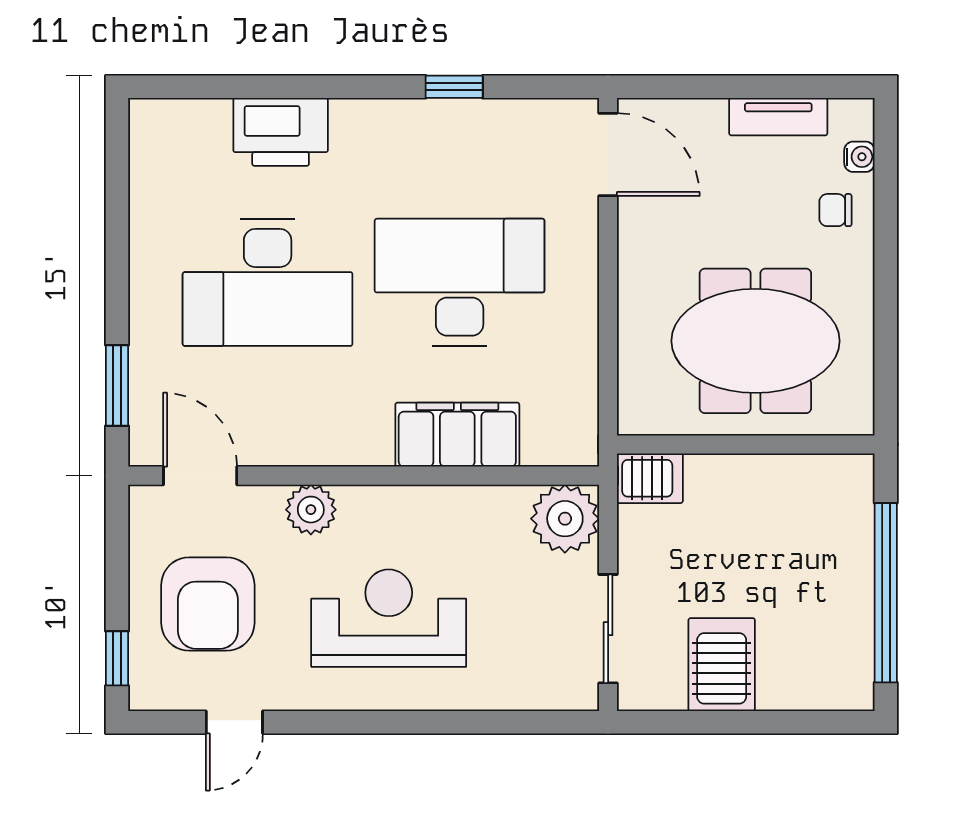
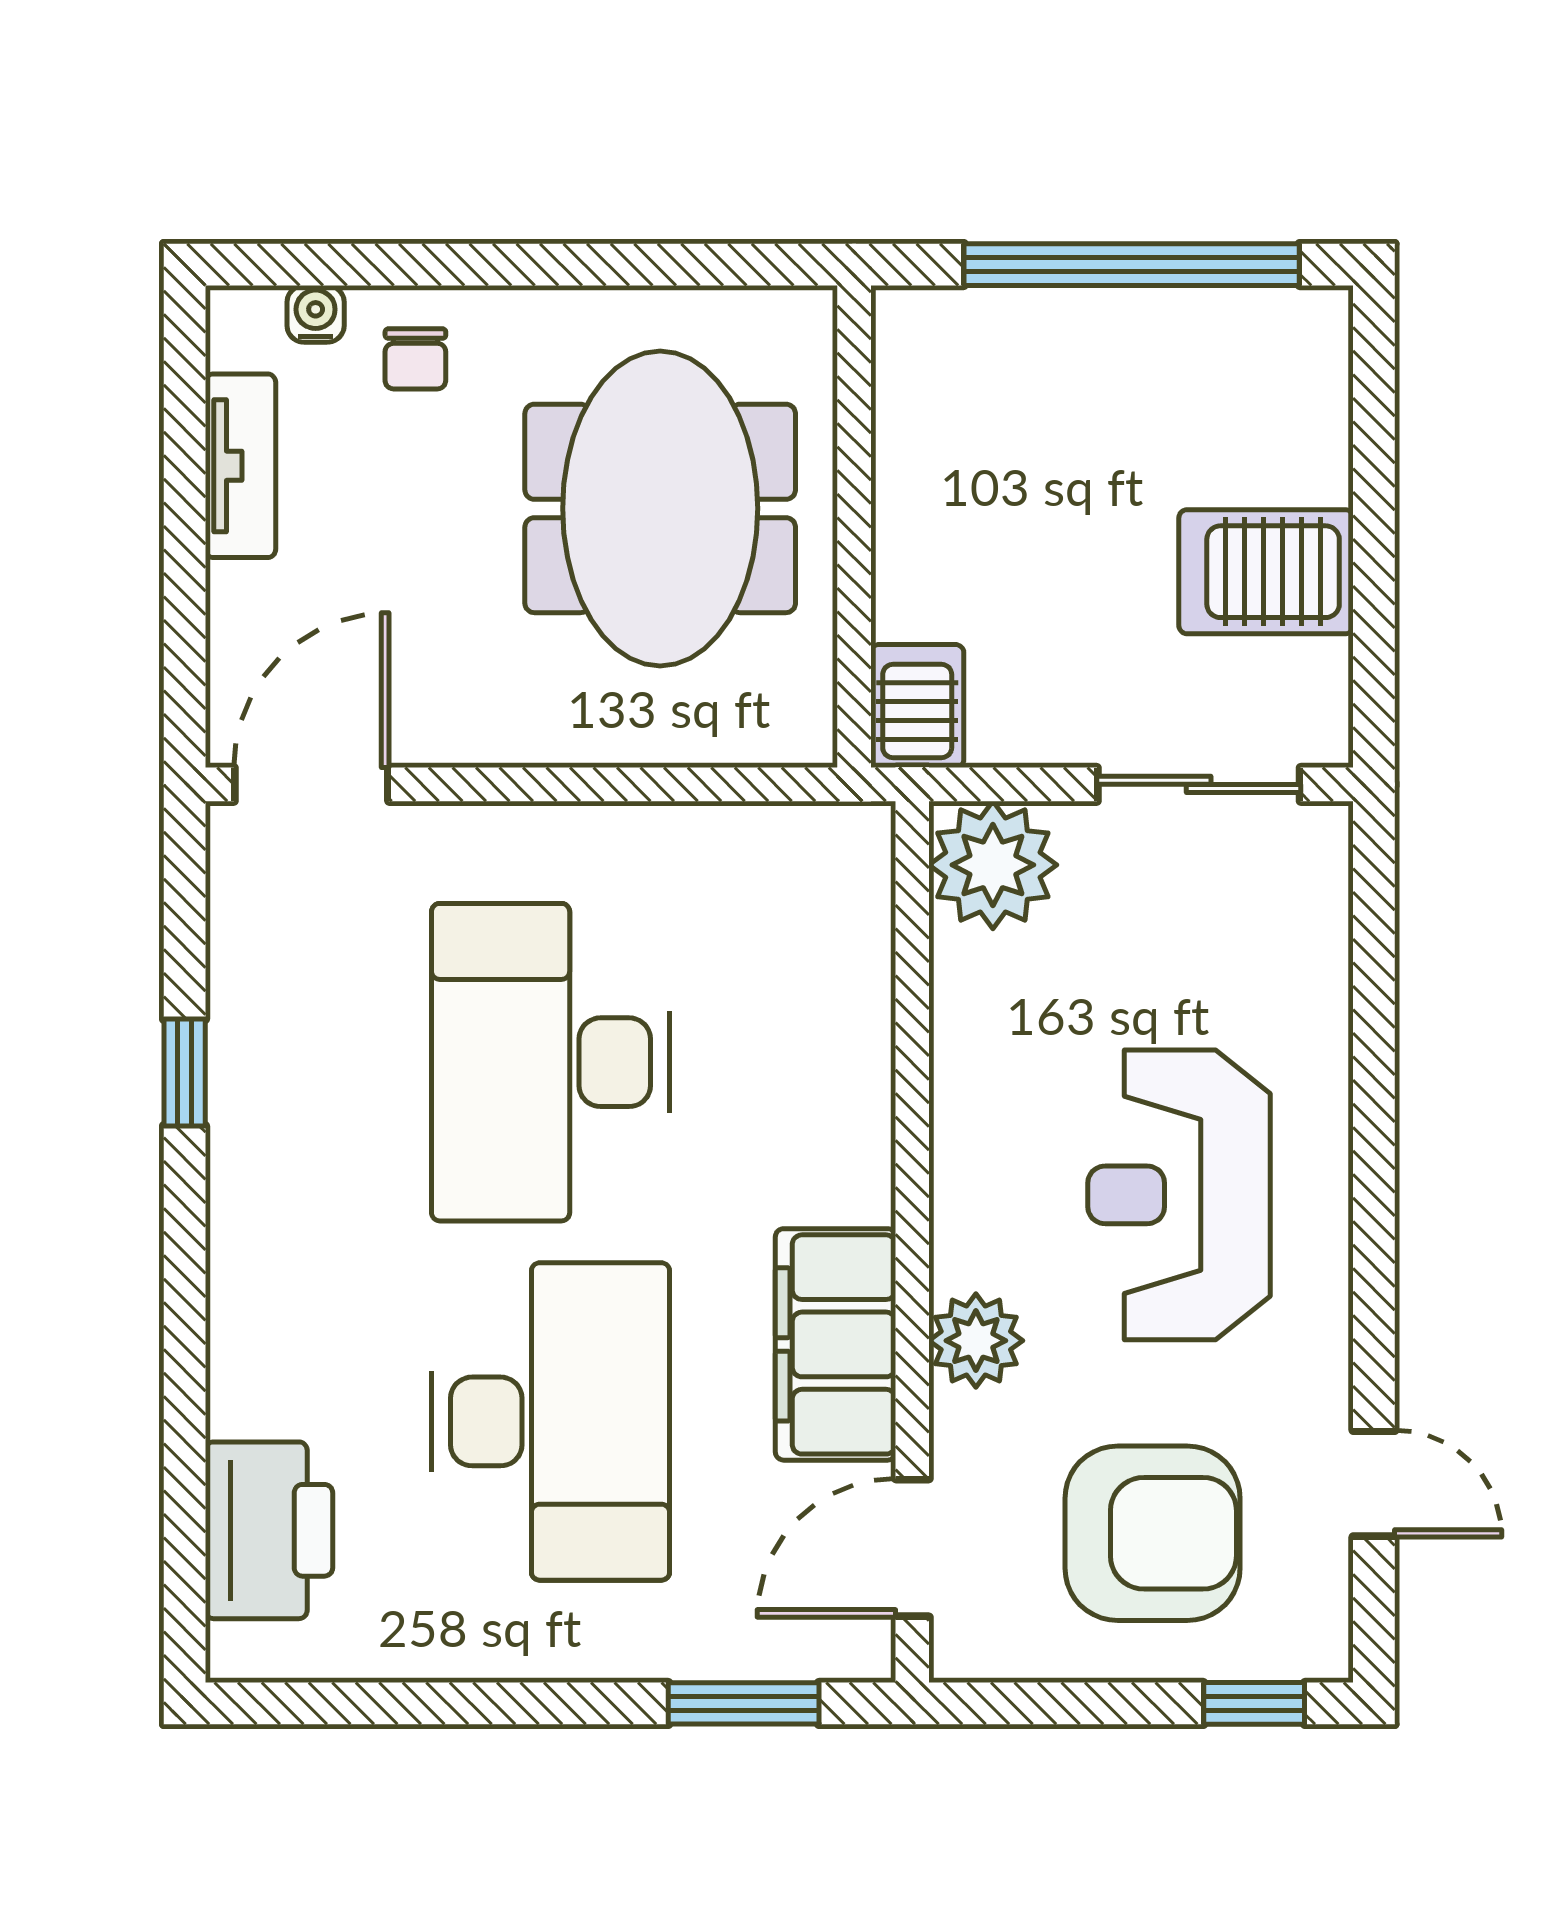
printer: (281, 132) -> (269, 1530), moved
filing cabinet: (457, 435) -> (836, 1344), moved

